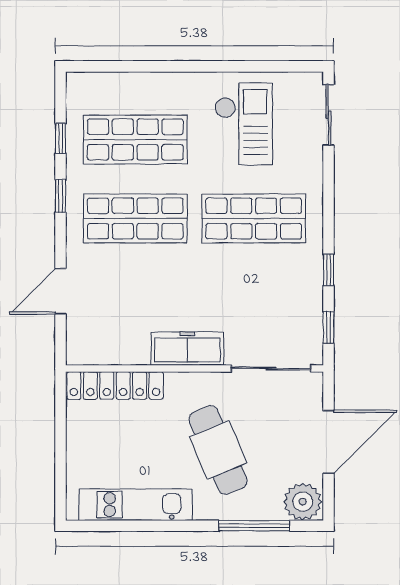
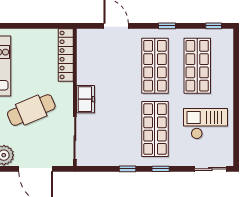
checkout: (244, 124) -> (205, 124), turned 180
window: (60, 138) -> (214, 26), moved
window: (328, 327) -> (161, 169), moved
freezer: (187, 349) -> (86, 99), width x0.71

